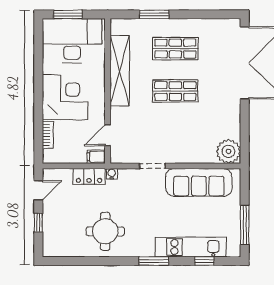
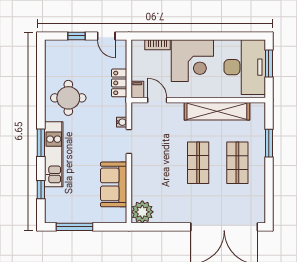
water cooler: (112, 174) -> (122, 122), moved
sofa: (199, 182) -> (114, 184), width x0.73
kitchen unit: (191, 247) -> (54, 154), moved

